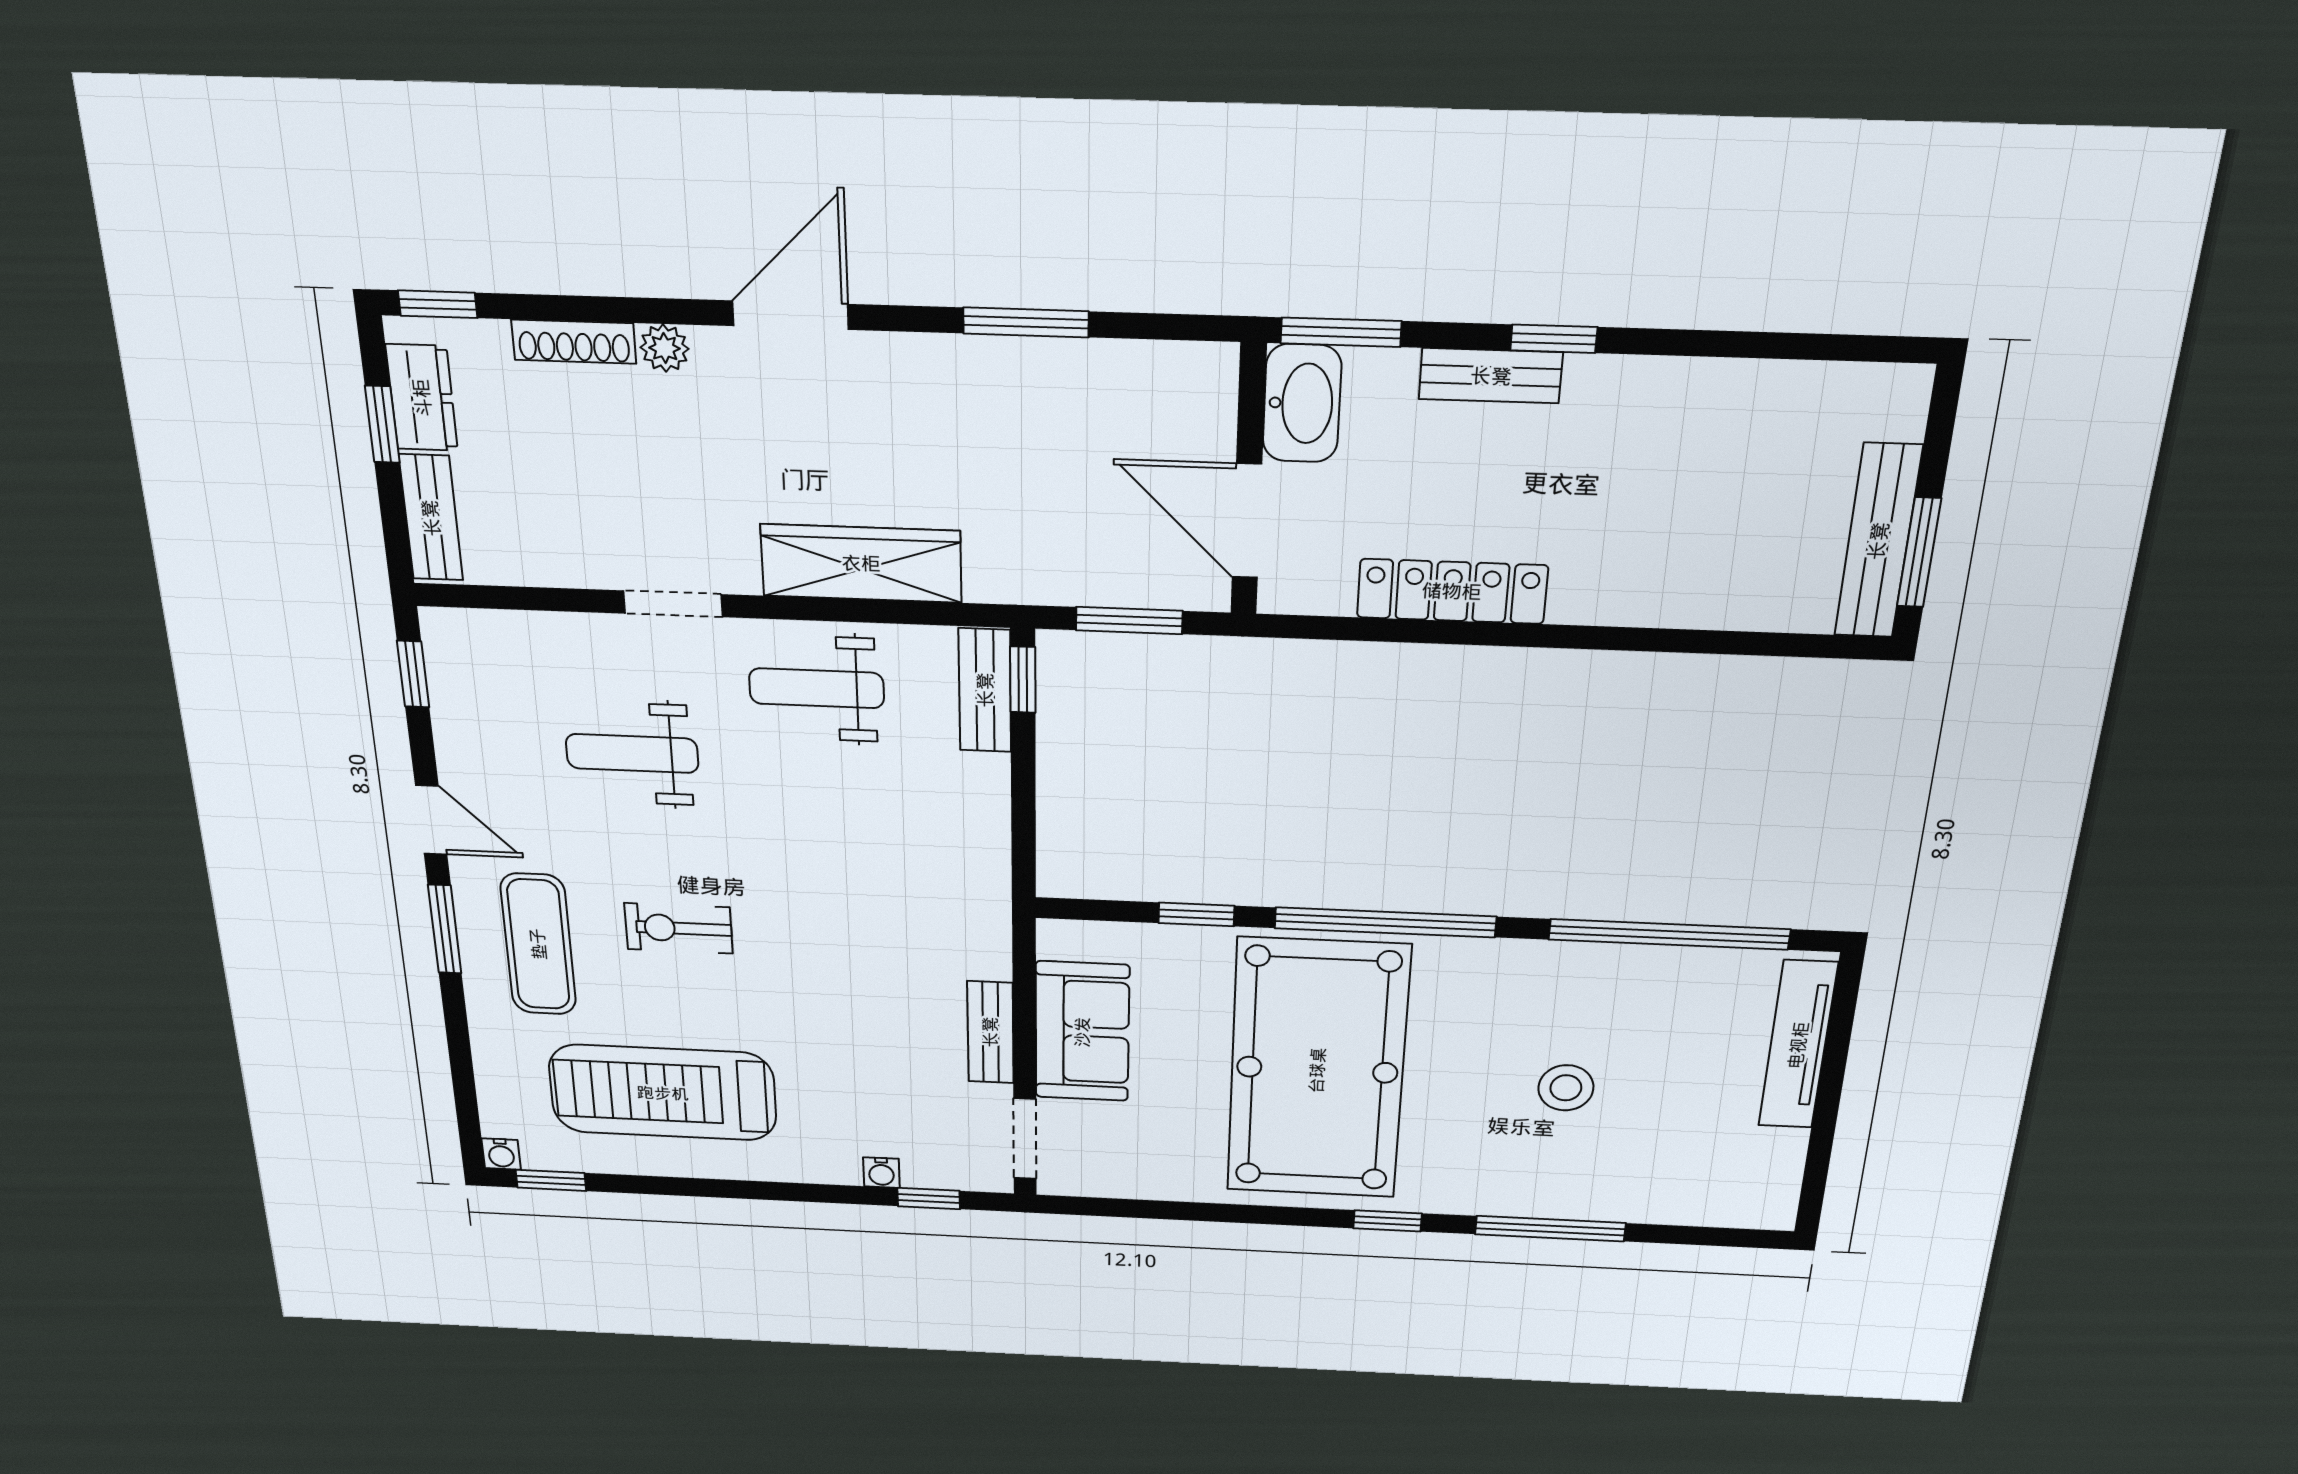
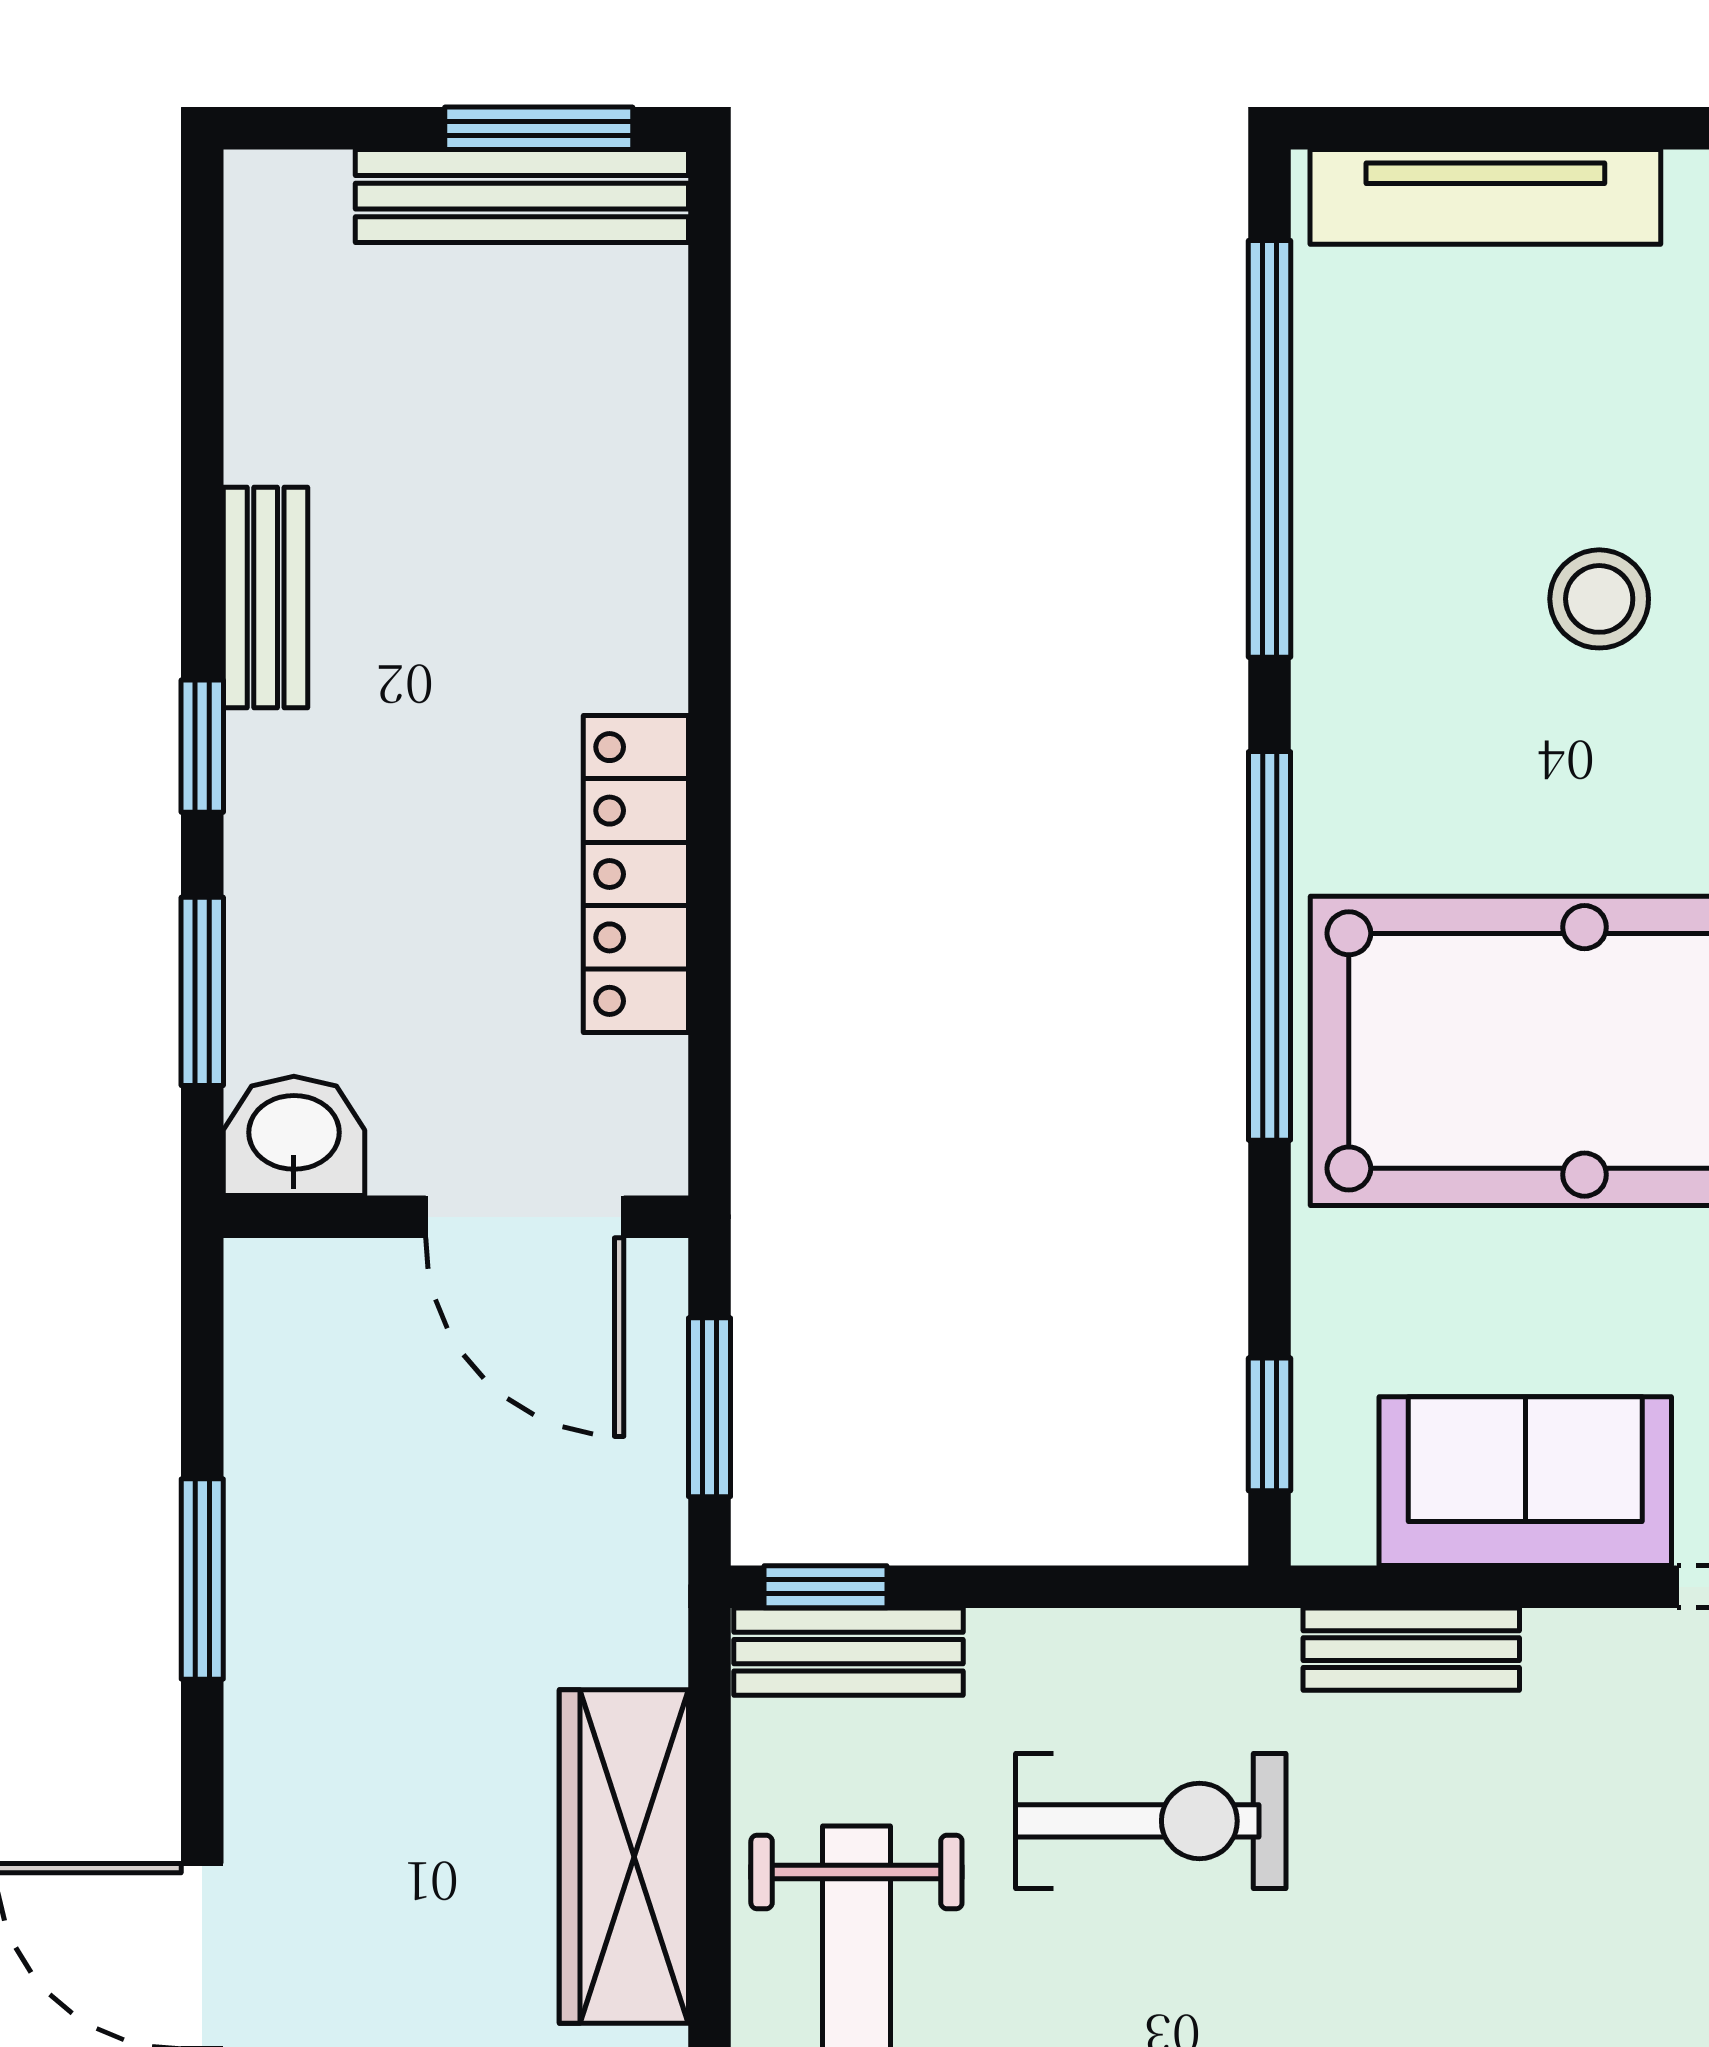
window: (1341, 332) -> (202, 991), moved
bench: (1491, 376) -> (266, 598), moved
washbasin: (1302, 403) -> (294, 1136), width x0.72
door: (1247, 521) -> (525, 1217), hinge flipped
exercise bike: (891, 843) -> (1151, 1821), added
window: (1196, 914) -> (1270, 1424), moved
bench: (990, 1032) -> (1411, 1649), moved

